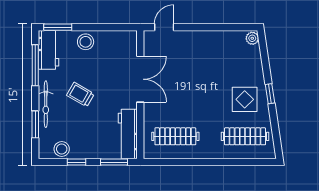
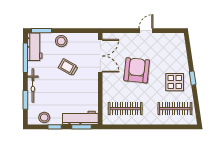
door: (164, 27) -> (146, 31), moved
plant: (252, 38) -> (180, 39), removed
double door: (140, 79) -> (100, 56), moved
armchair: (191, 83) -> (137, 70), added
trolley: (80, 95) -> (68, 67), moved
workbench: (128, 134) -> (80, 118), moved, turned 90

